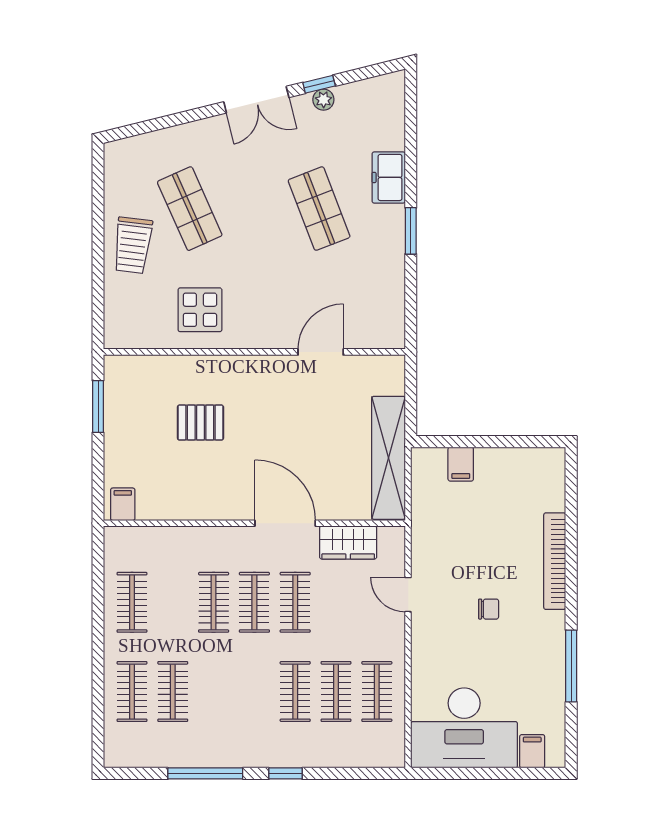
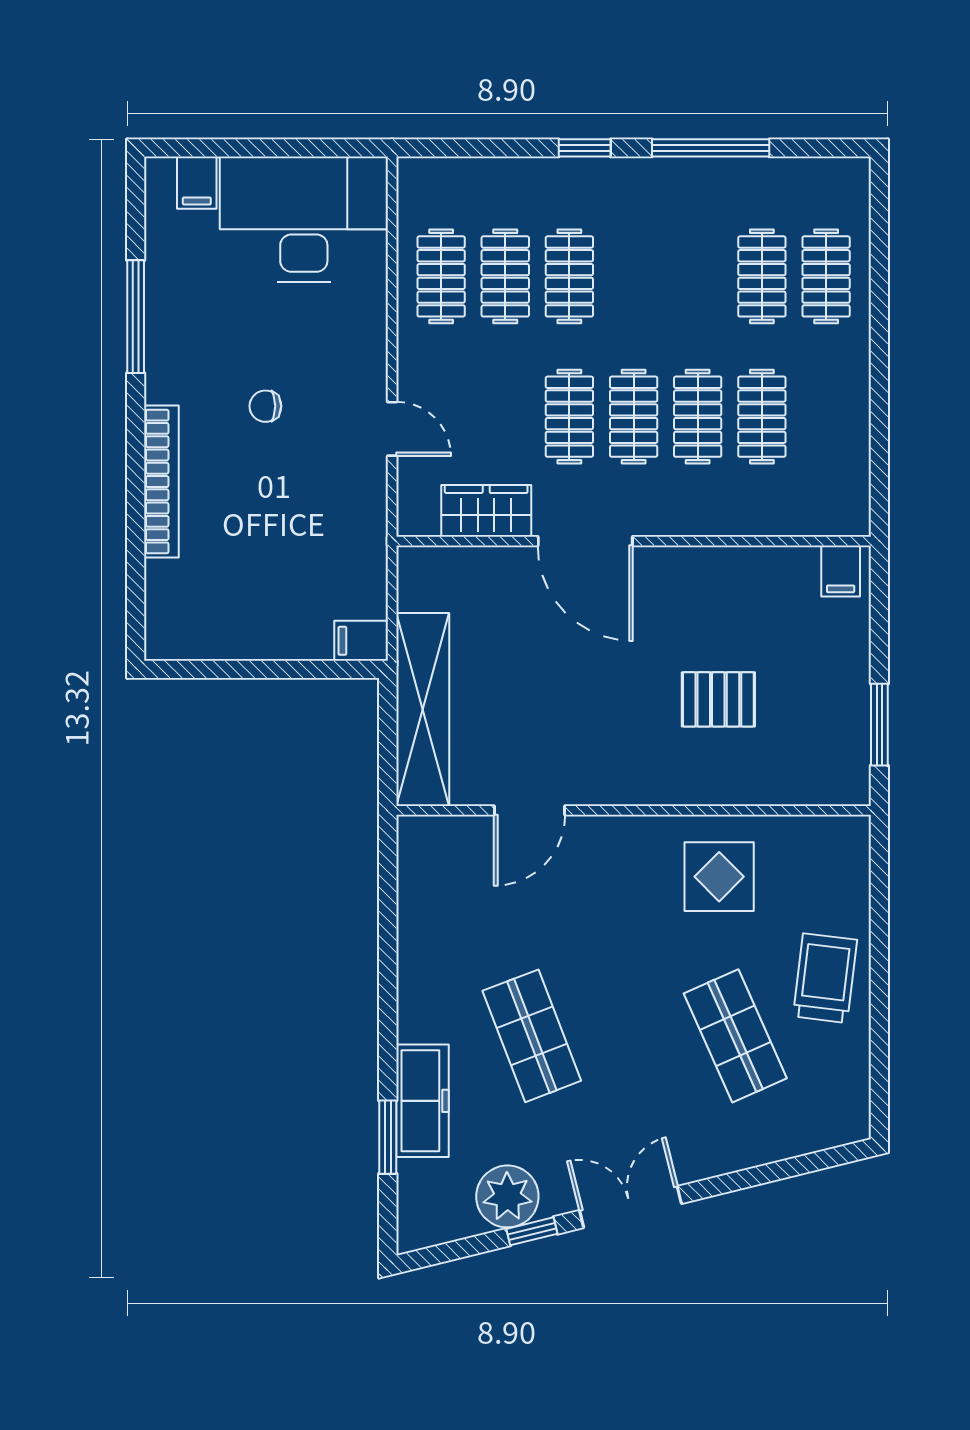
plant: (323, 100) -> (507, 1196), width x1.88, depth x1.88
freezer: (389, 177) -> (422, 1101), width x1.40
window: (411, 231) -> (388, 1137), moved
shelving: (389, 458) -> (423, 709), moved
filing cabinet: (461, 464) -> (361, 641), moved, turned -90
clothes rail: (132, 602) -> (762, 417), moved

